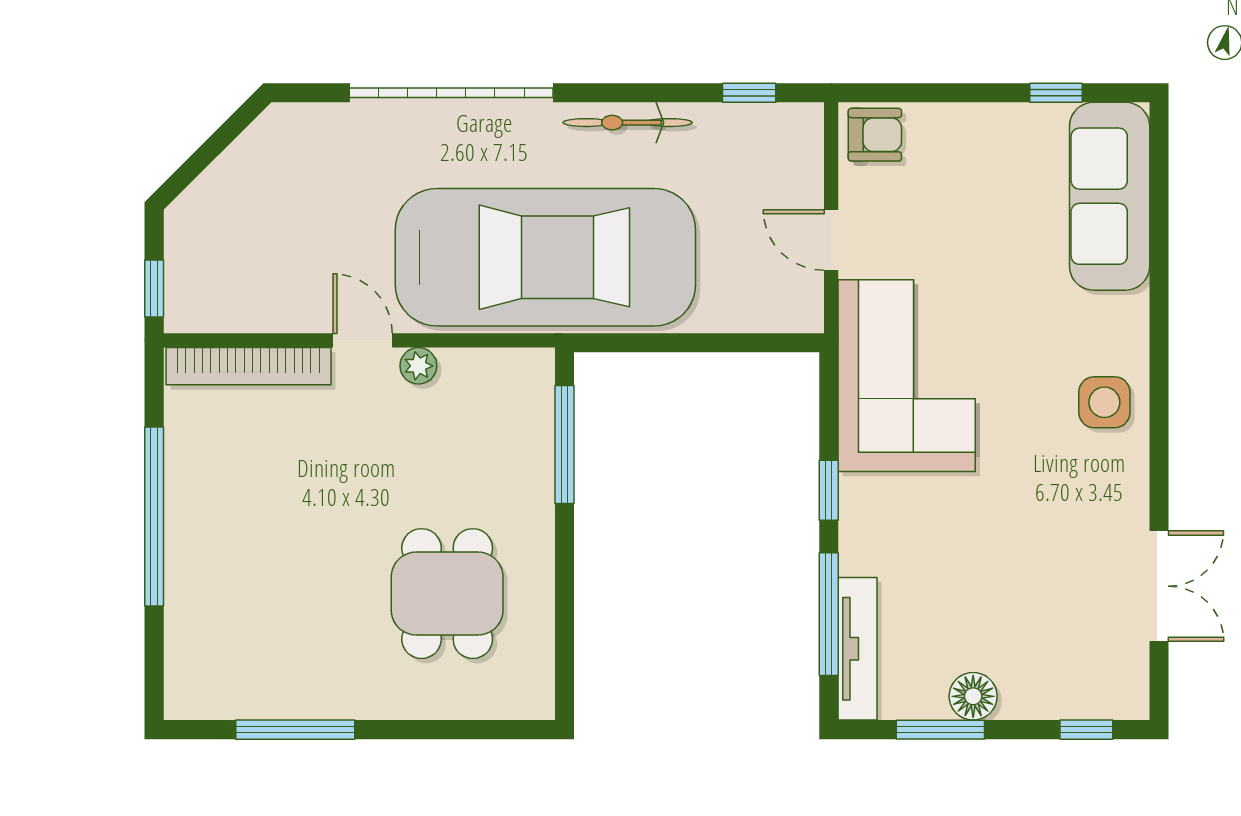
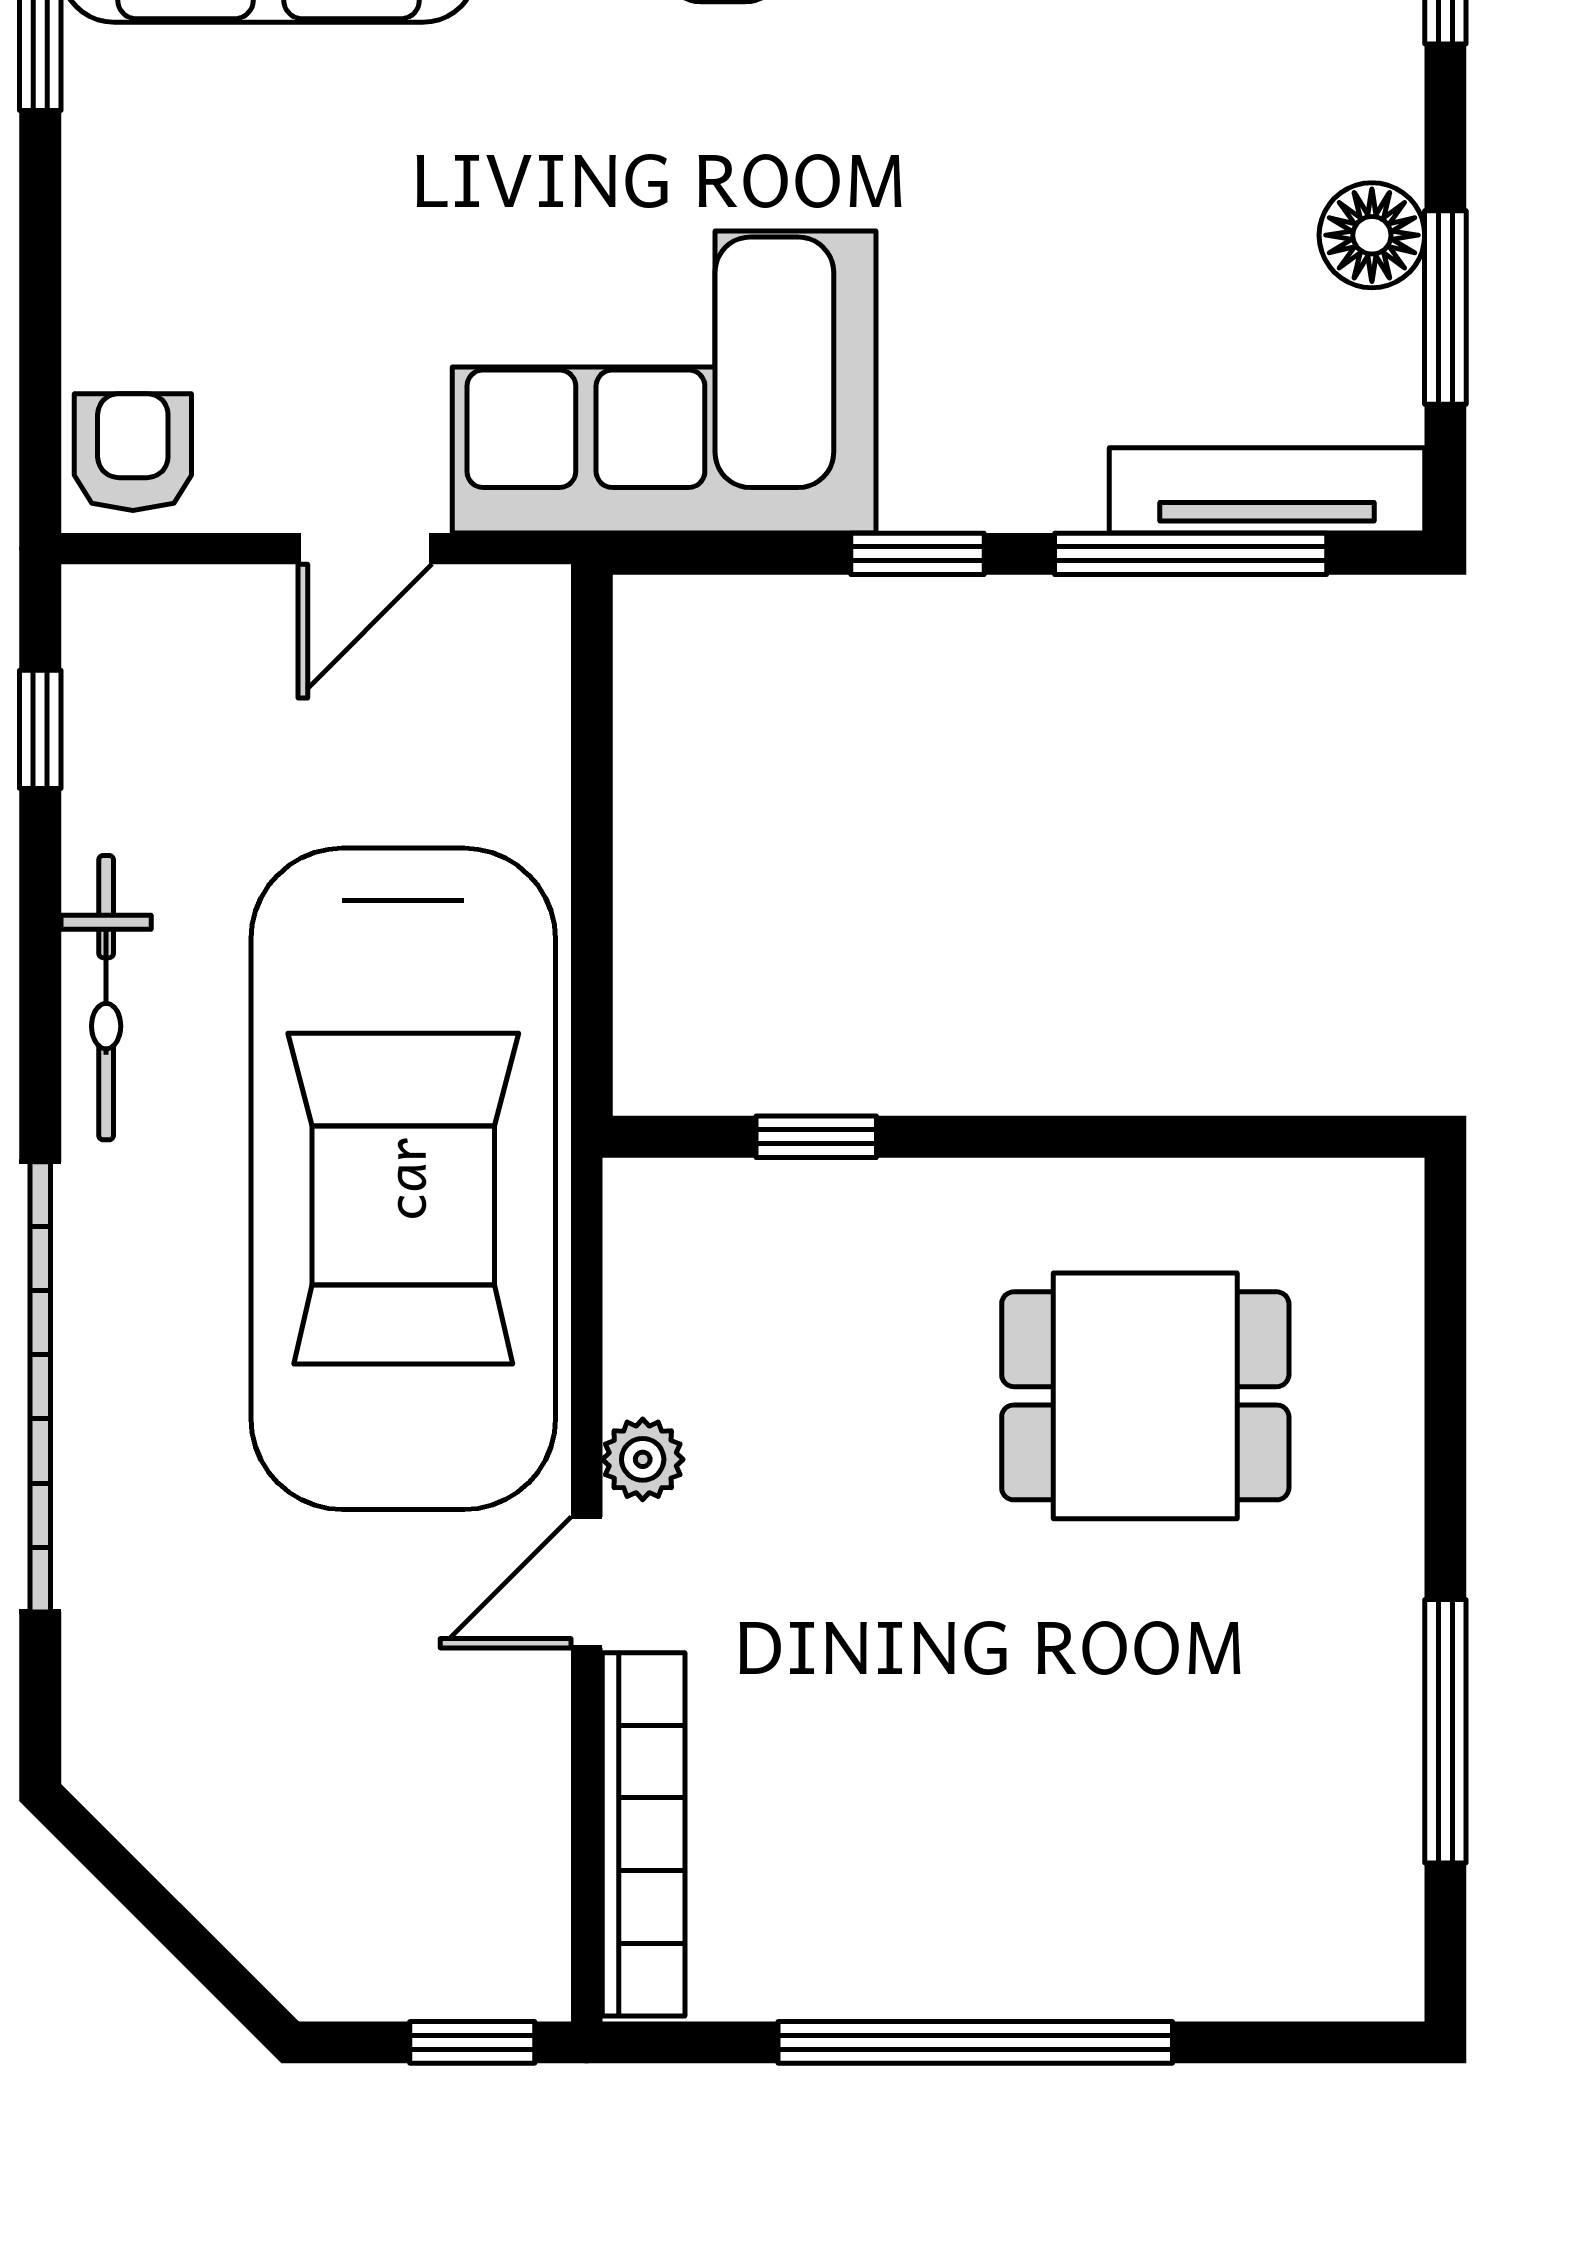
car: (545, 257) -> (403, 1179), turned 180
window: (565, 444) -> (816, 1137), width x0.46

